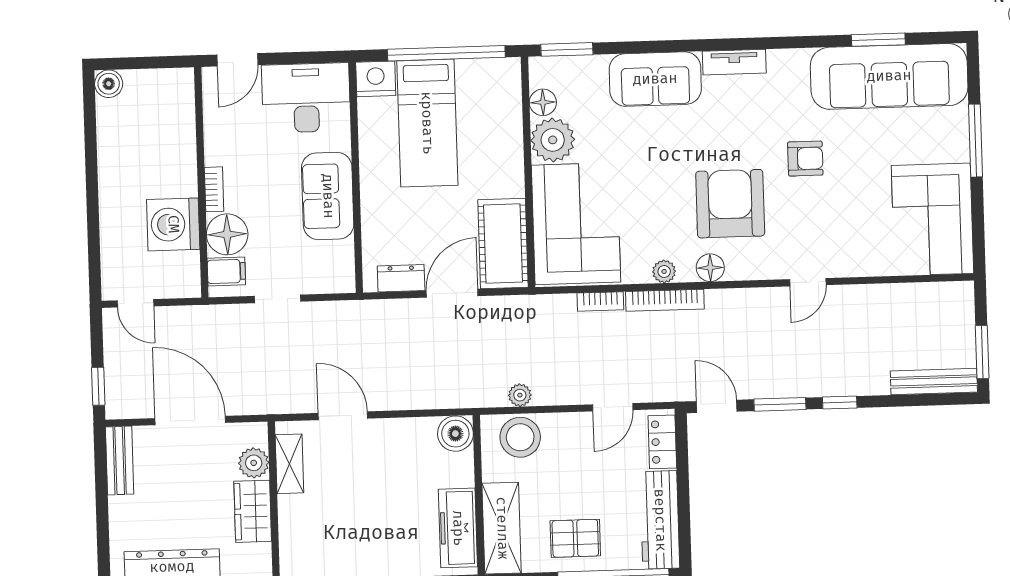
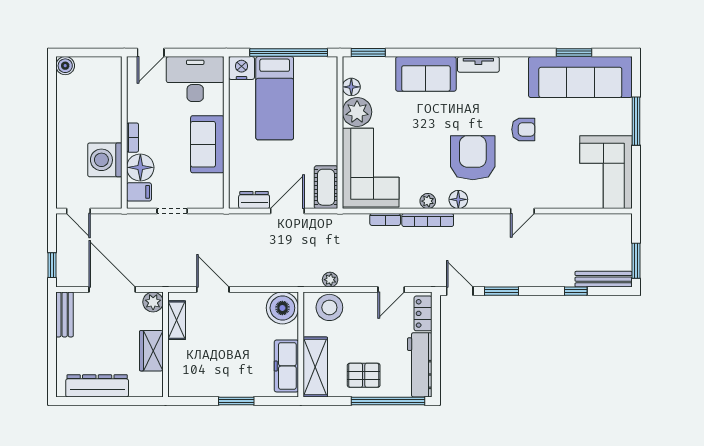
cot: (503, 244) -> (326, 187), width x0.73, depth x0.75
window: (840, 402) -> (576, 291), moved
boiler: (455, 434) -> (282, 308), width x1.37, depth x1.37
plant: (254, 463) -> (153, 302), moved

